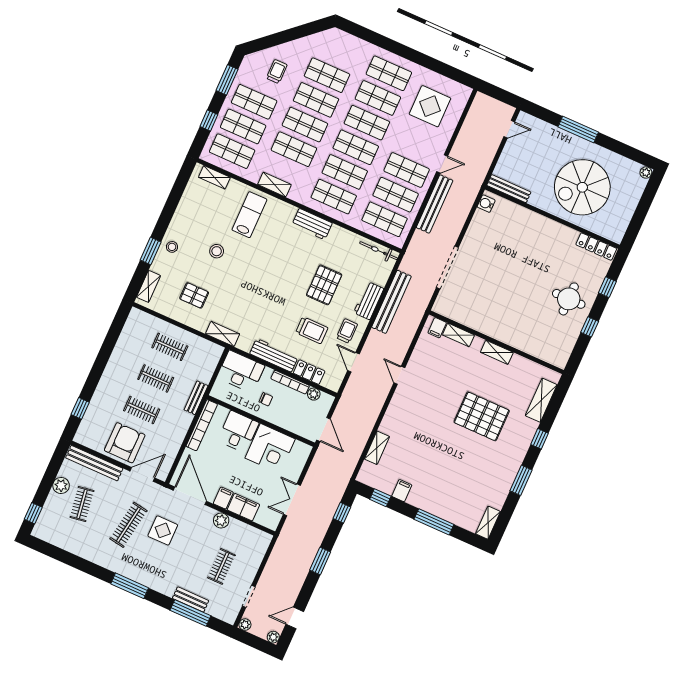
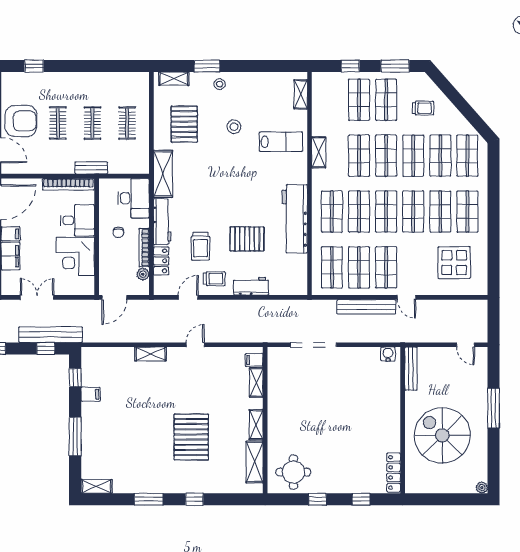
shop shelf: (232, 151) -> (467, 156), moved
workbench: (312, 224) -> (295, 219), width x1.88, depth x1.32
bicycle: (379, 251) -> (301, 275), removed
pallet: (194, 295) -> (184, 124), width x1.50, depth x1.42
round table: (569, 299) -> (293, 472), moved
bench: (391, 302) -> (51, 335), moved
shelving: (223, 334) -> (163, 174), width x1.50, depth x1.33
shelving: (541, 400) -> (255, 462), moved, turned 90
shelving: (377, 448) -> (151, 354), moved

